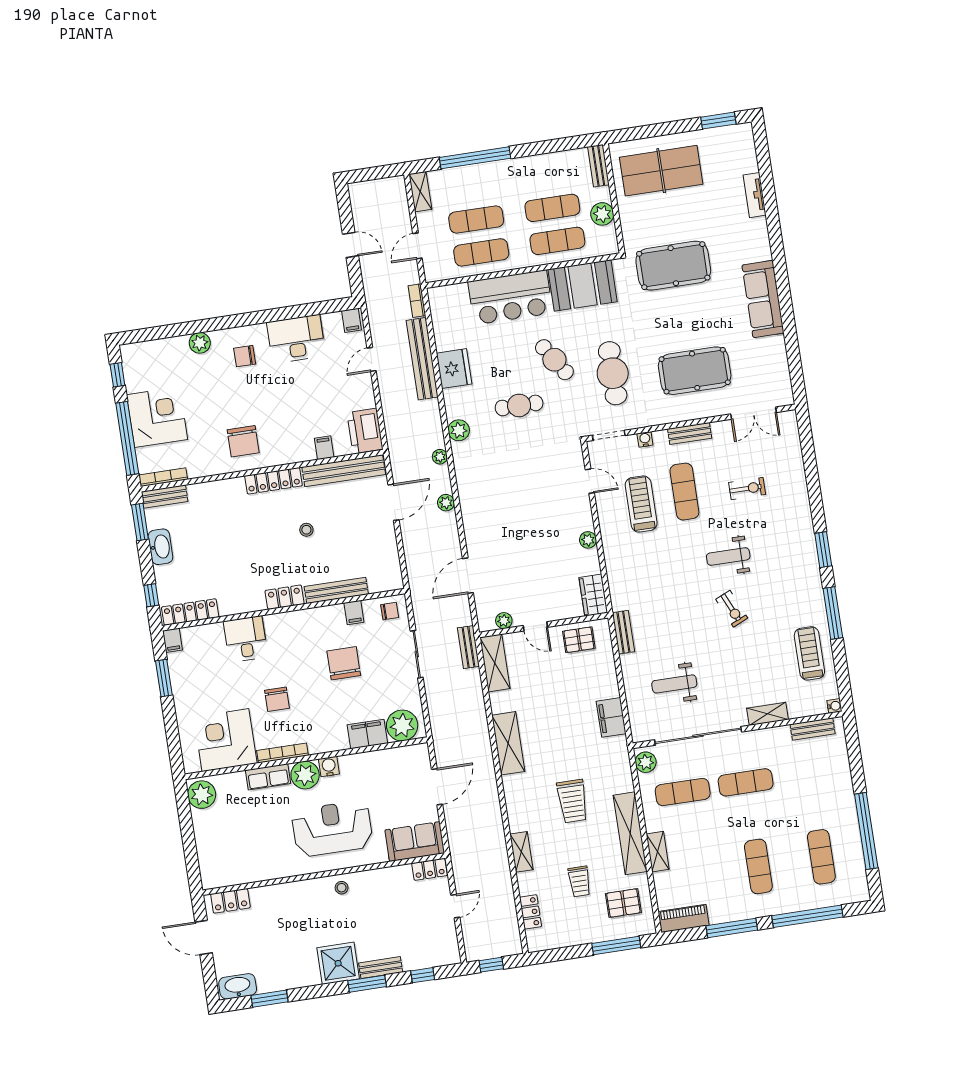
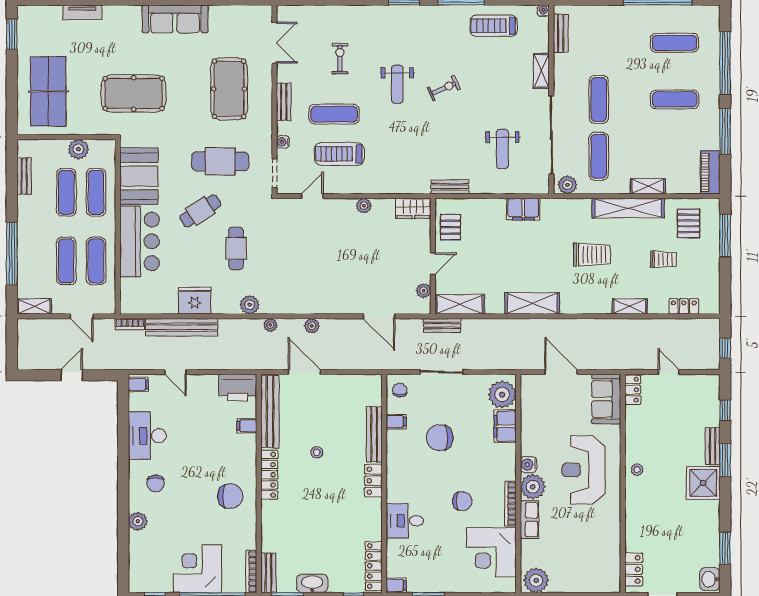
bench: (598, 166) -> (24, 176), moved, turned 90
pool table: (673, 266) -> (134, 93), turned 90
washbasin: (238, 986) -> (710, 579), width x0.72

